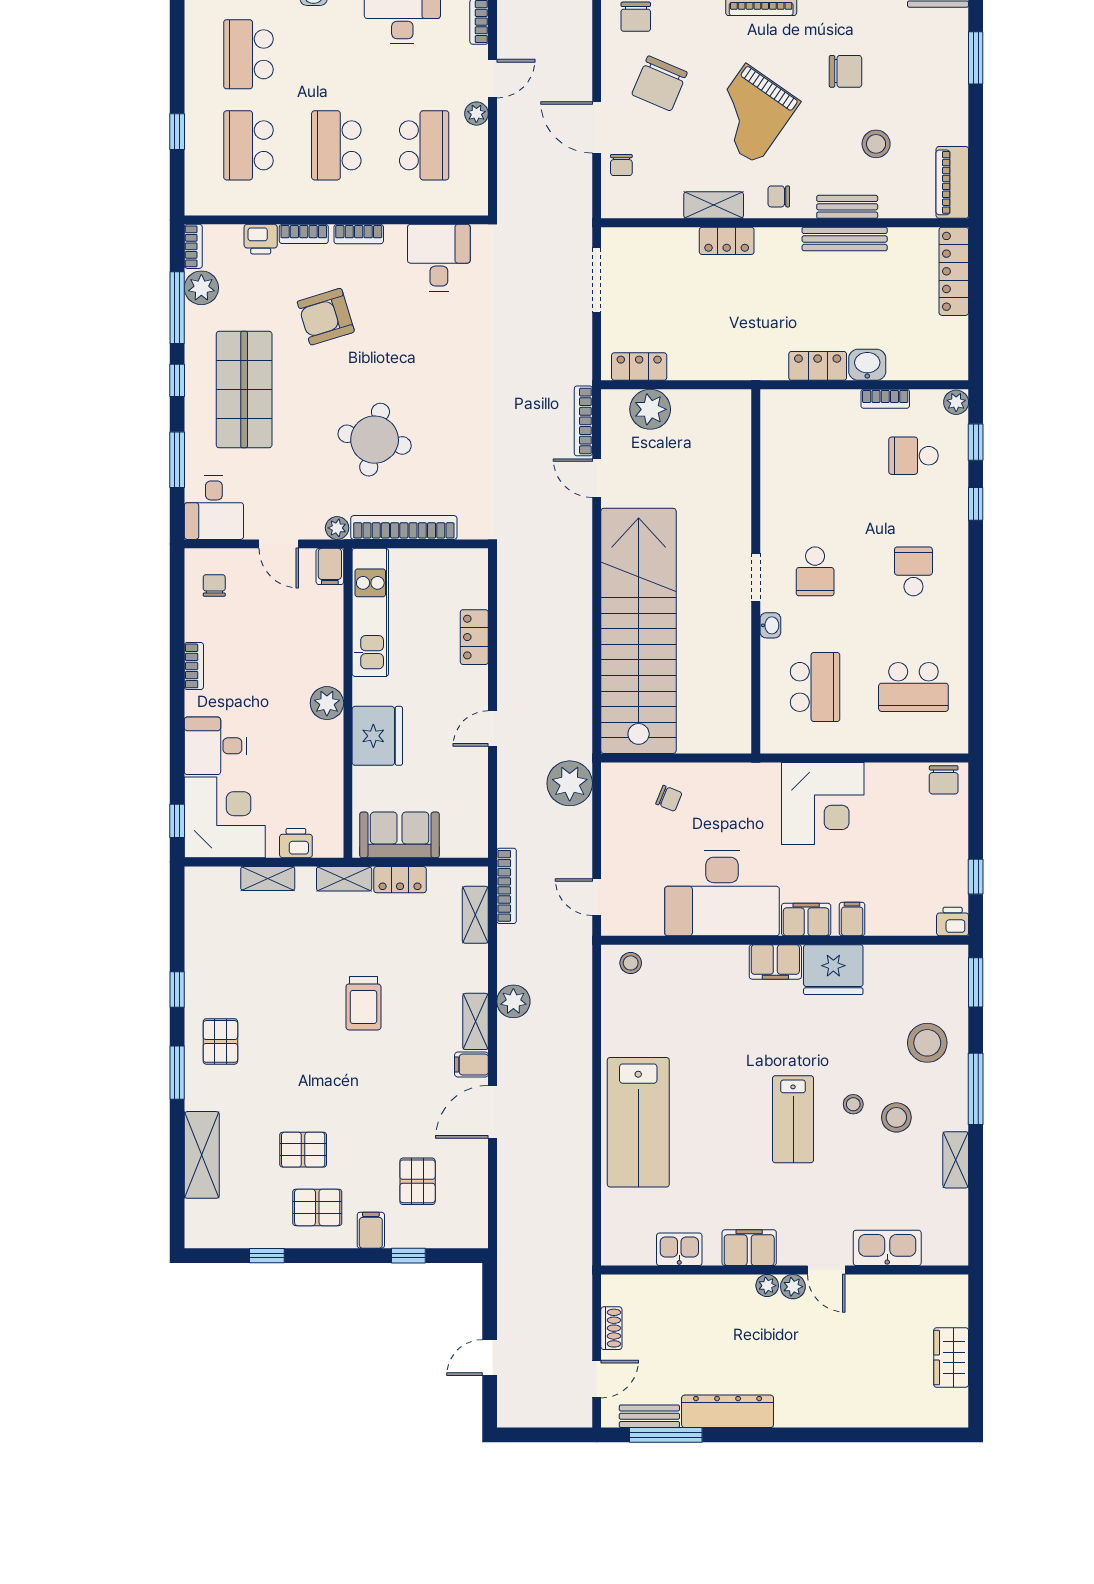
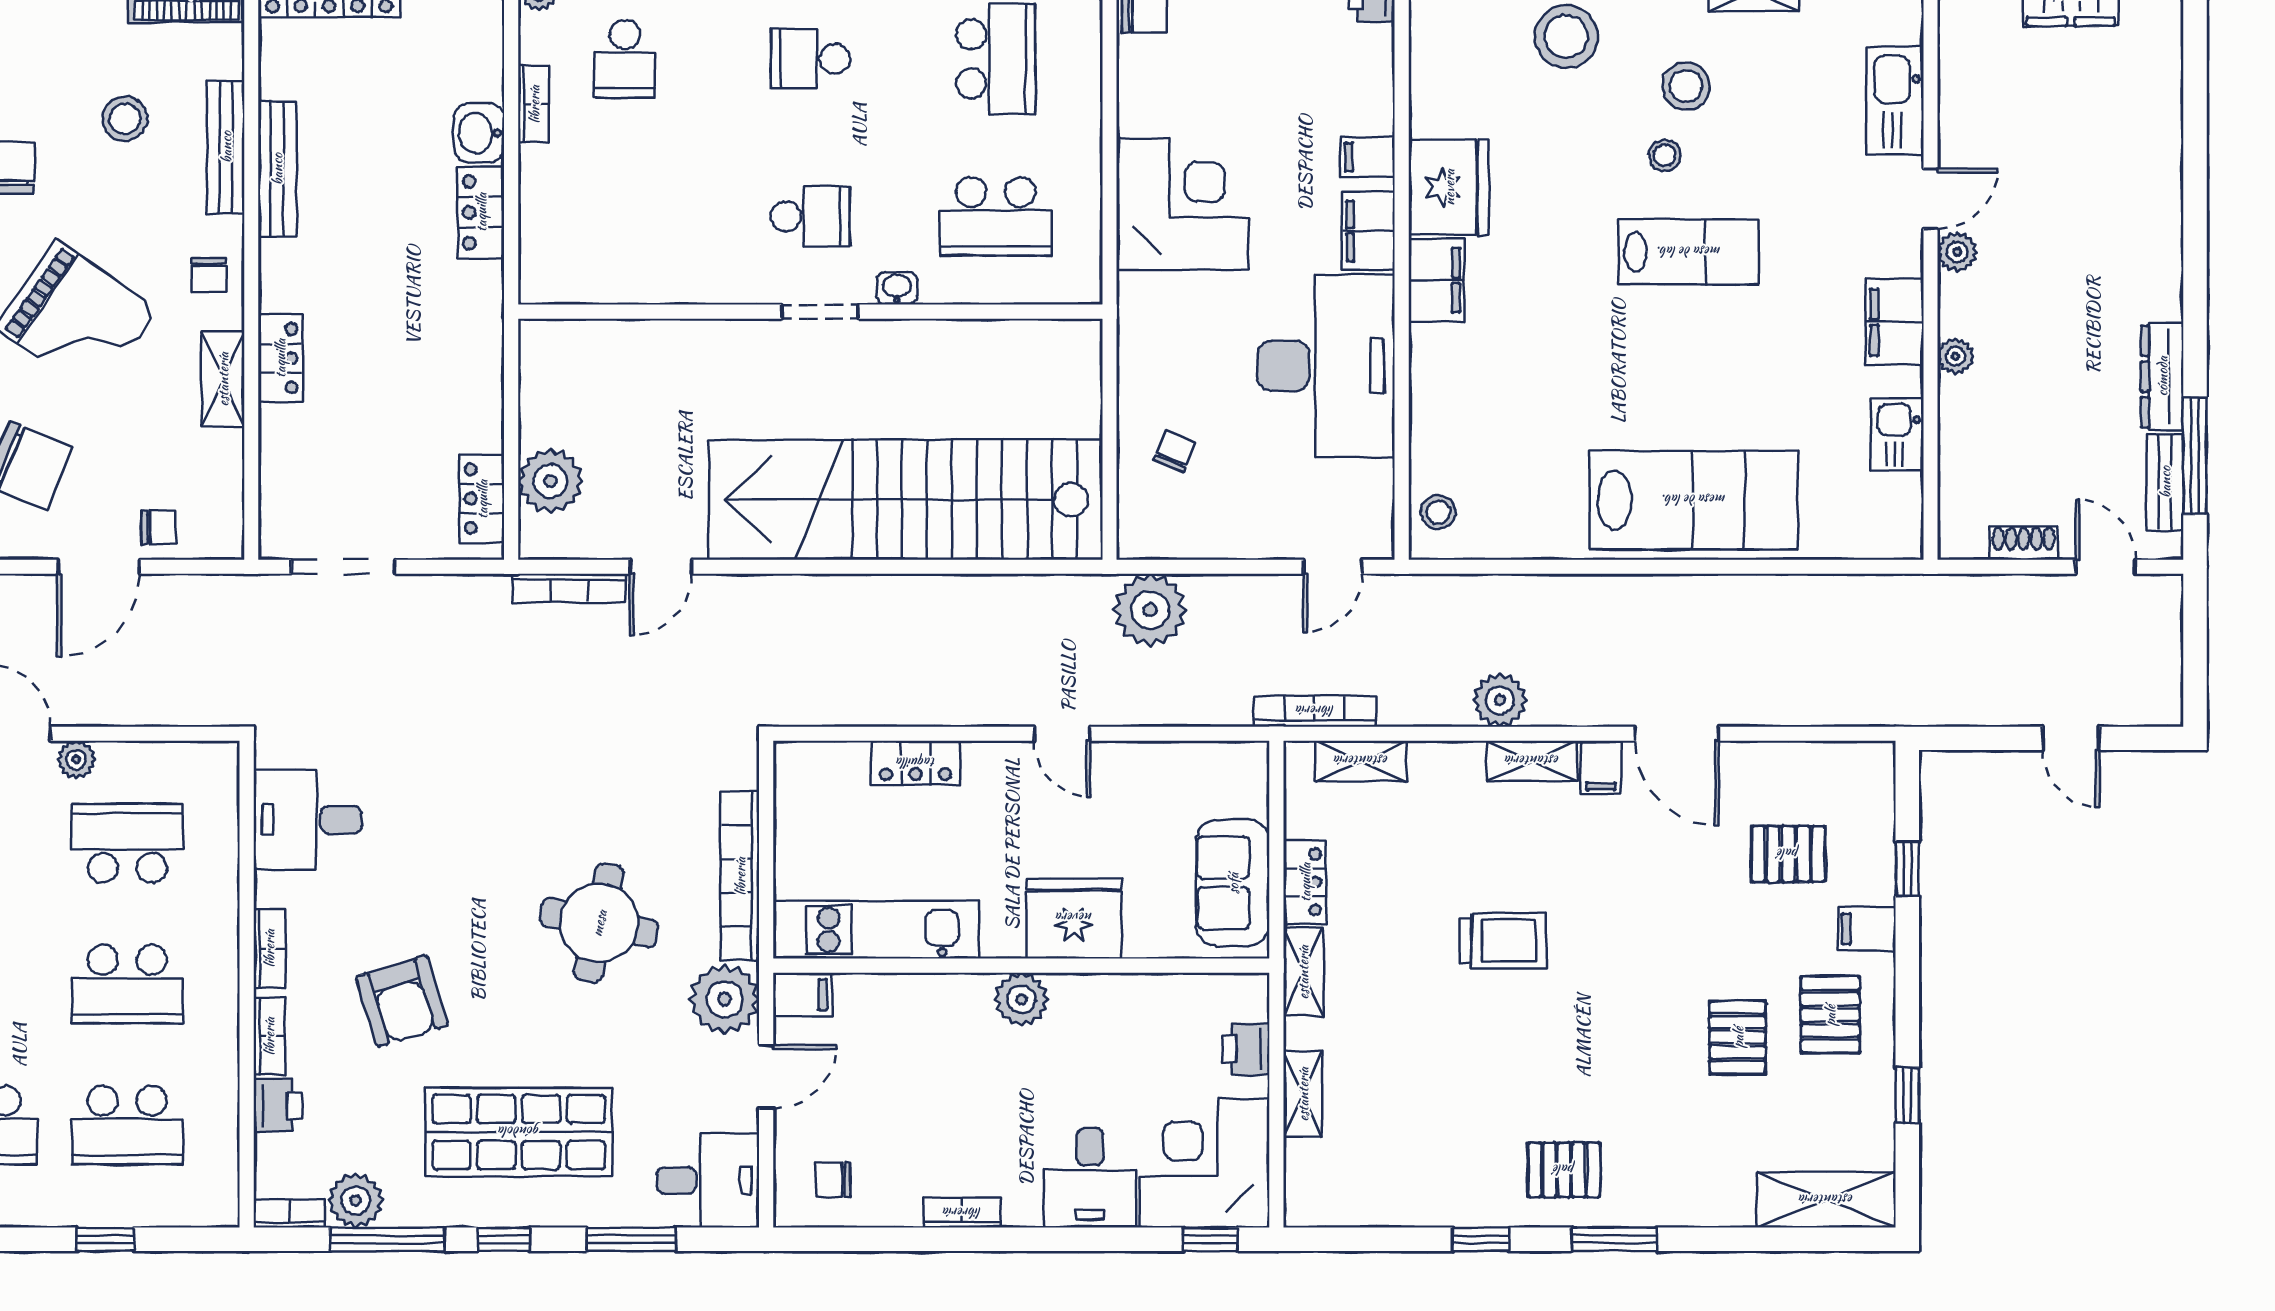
bench: (847, 207) -> (226, 147), width x1.36
plant: (337, 528) -> (725, 999), width x1.88, depth x1.88
school desk: (815, 687) -> (996, 217), turned 180
shelving: (202, 1155) -> (1826, 1200), moved
plant: (767, 1286) -> (1955, 356), moved
dresser: (728, 1411) -> (2162, 376), width x0.73, depth x0.80

